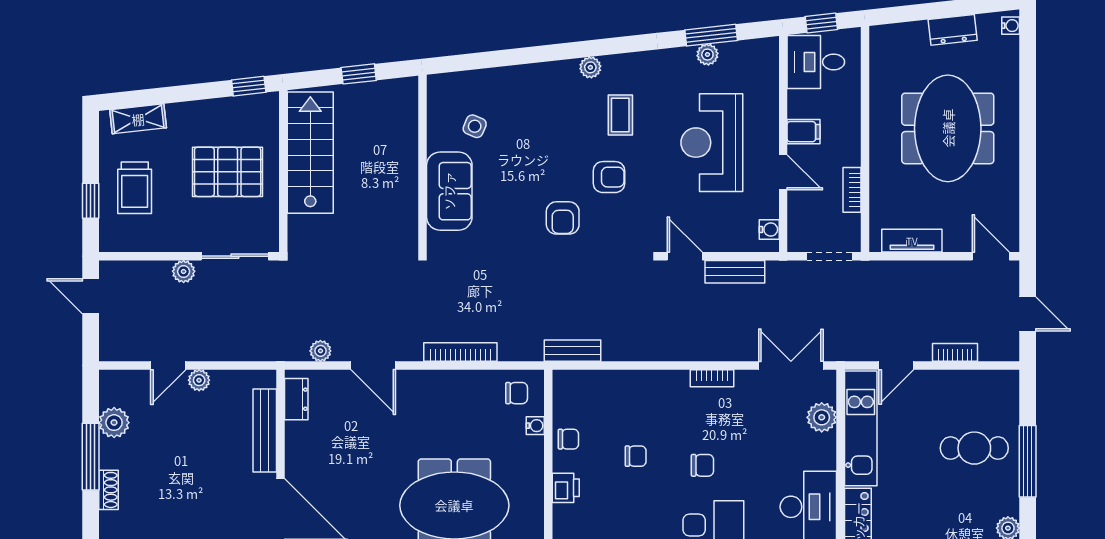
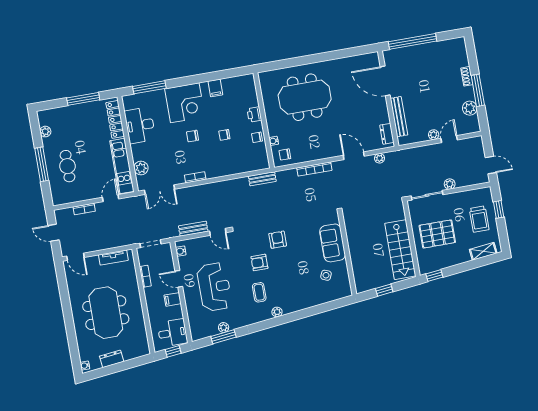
trolley: (135, 188) -> (479, 219), turned 180
cafe table: (974, 448) -> (68, 166), turned 90

